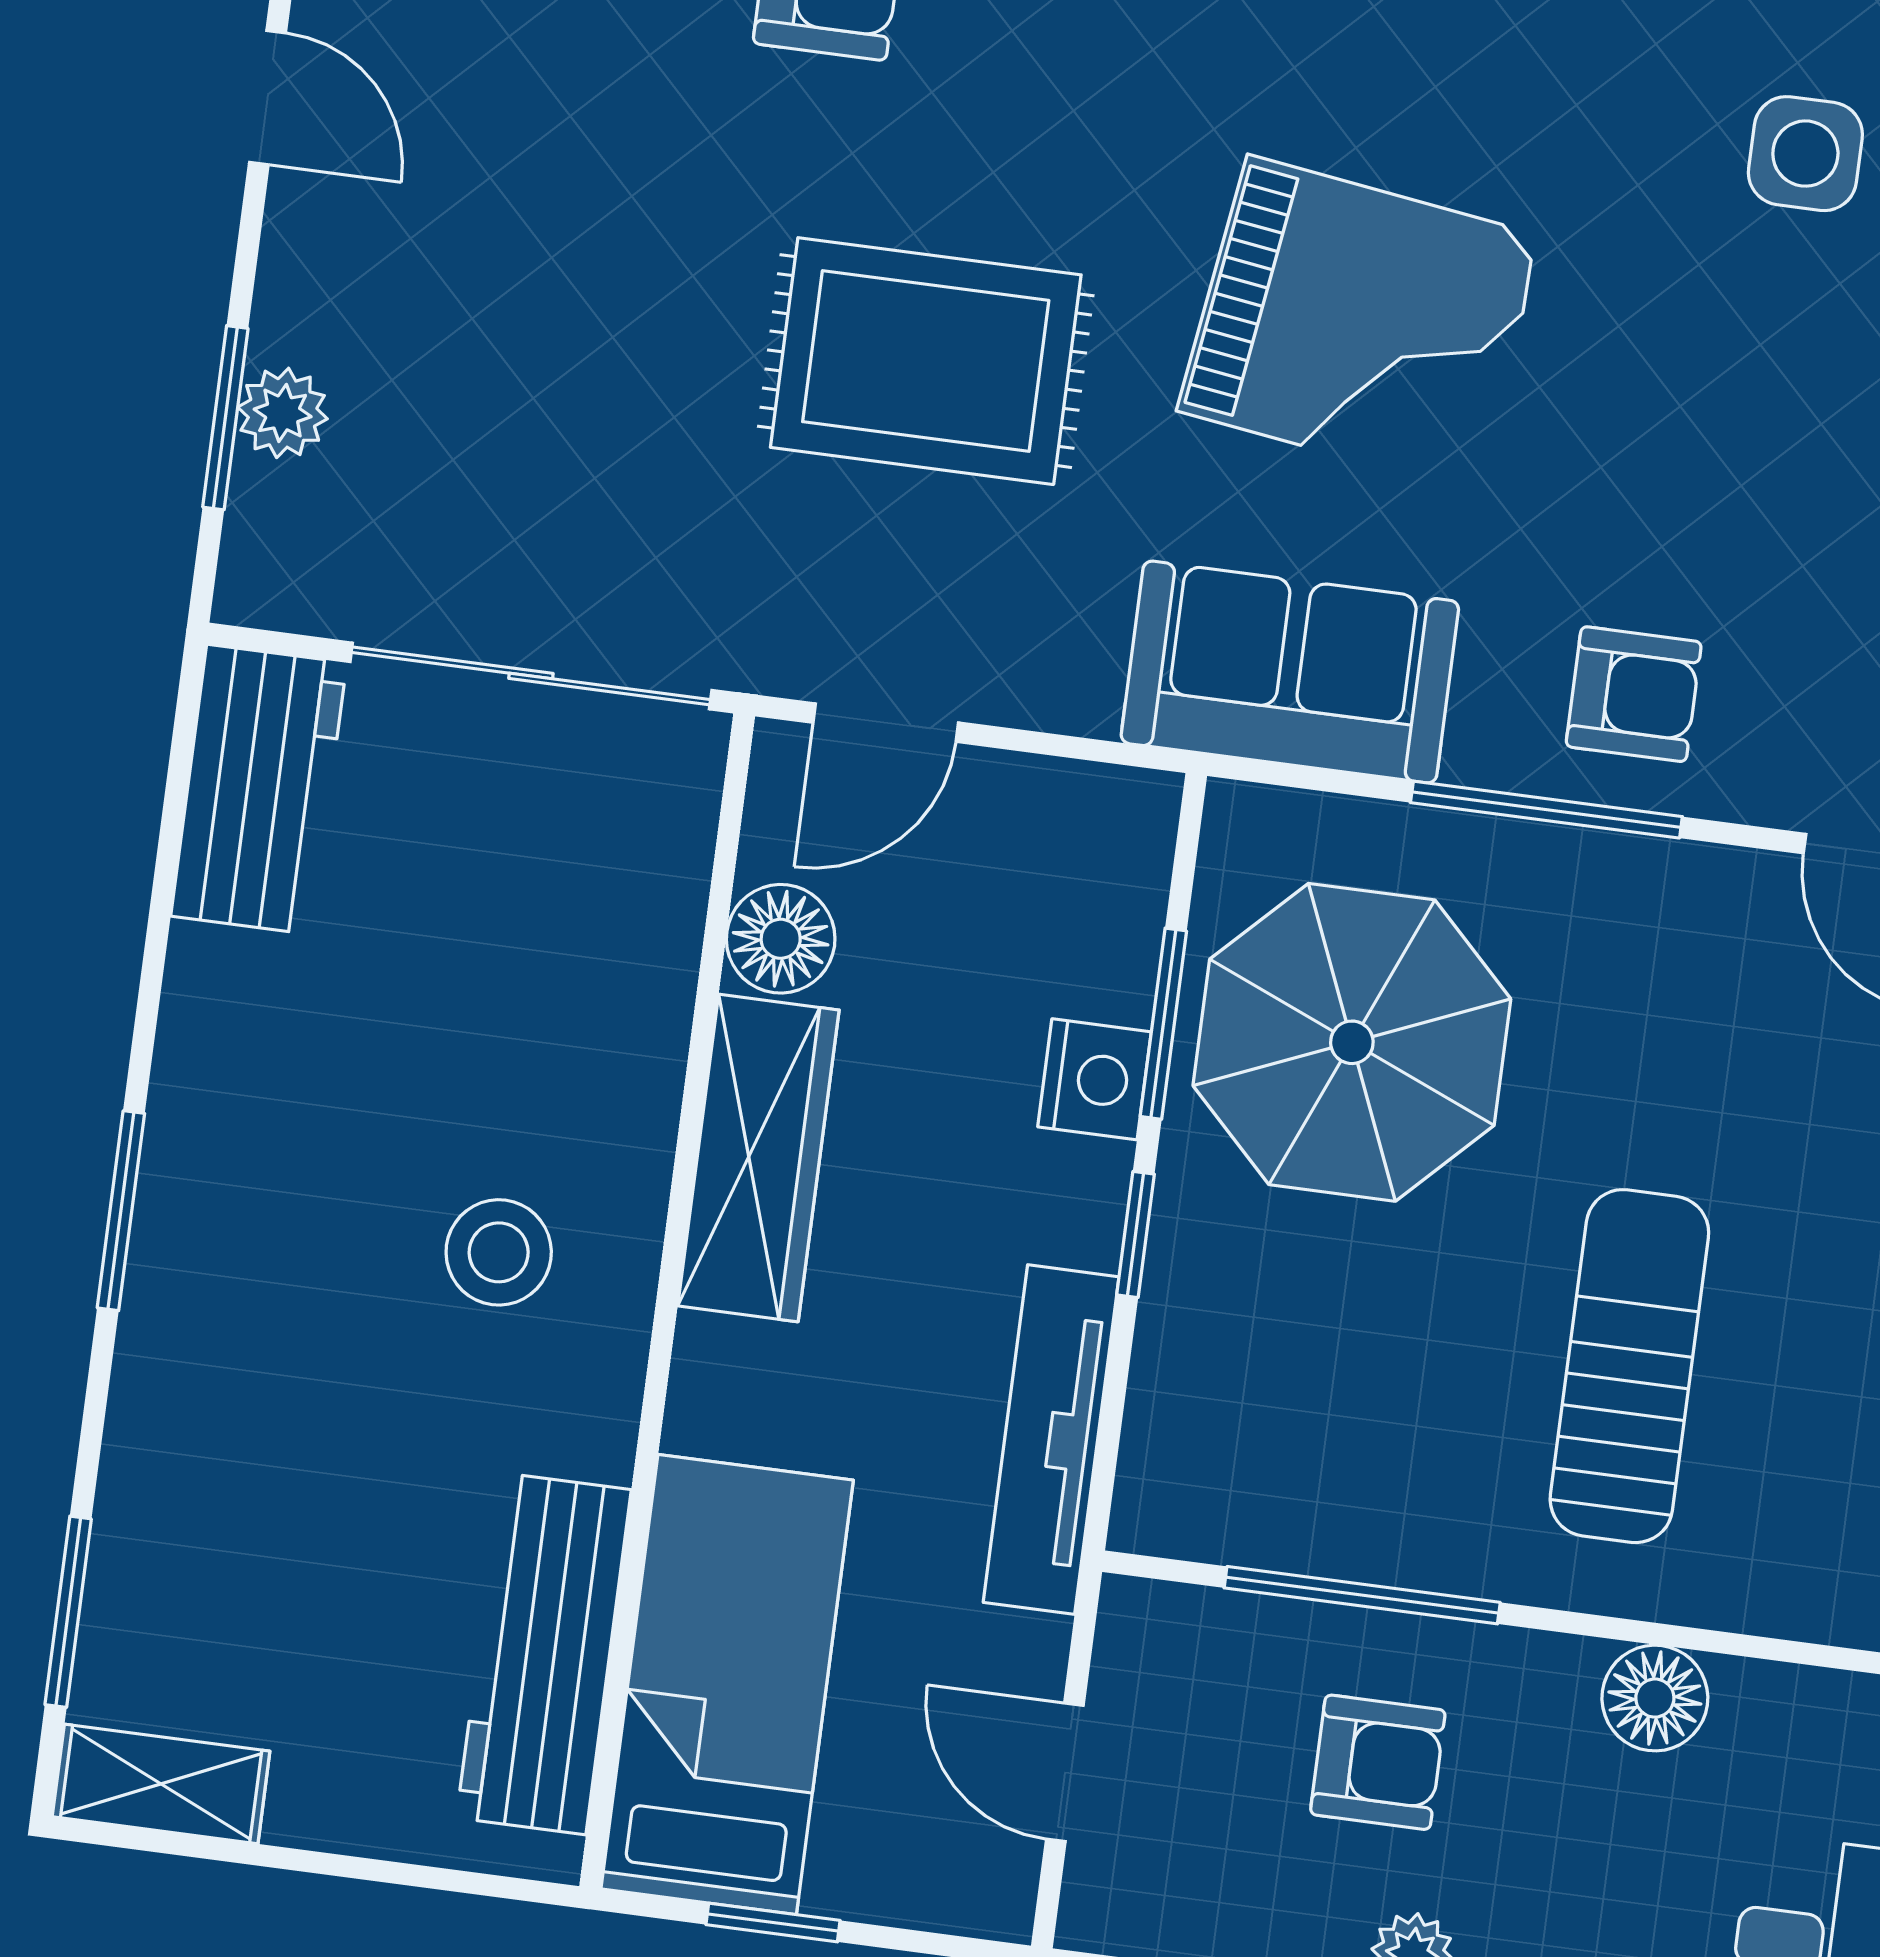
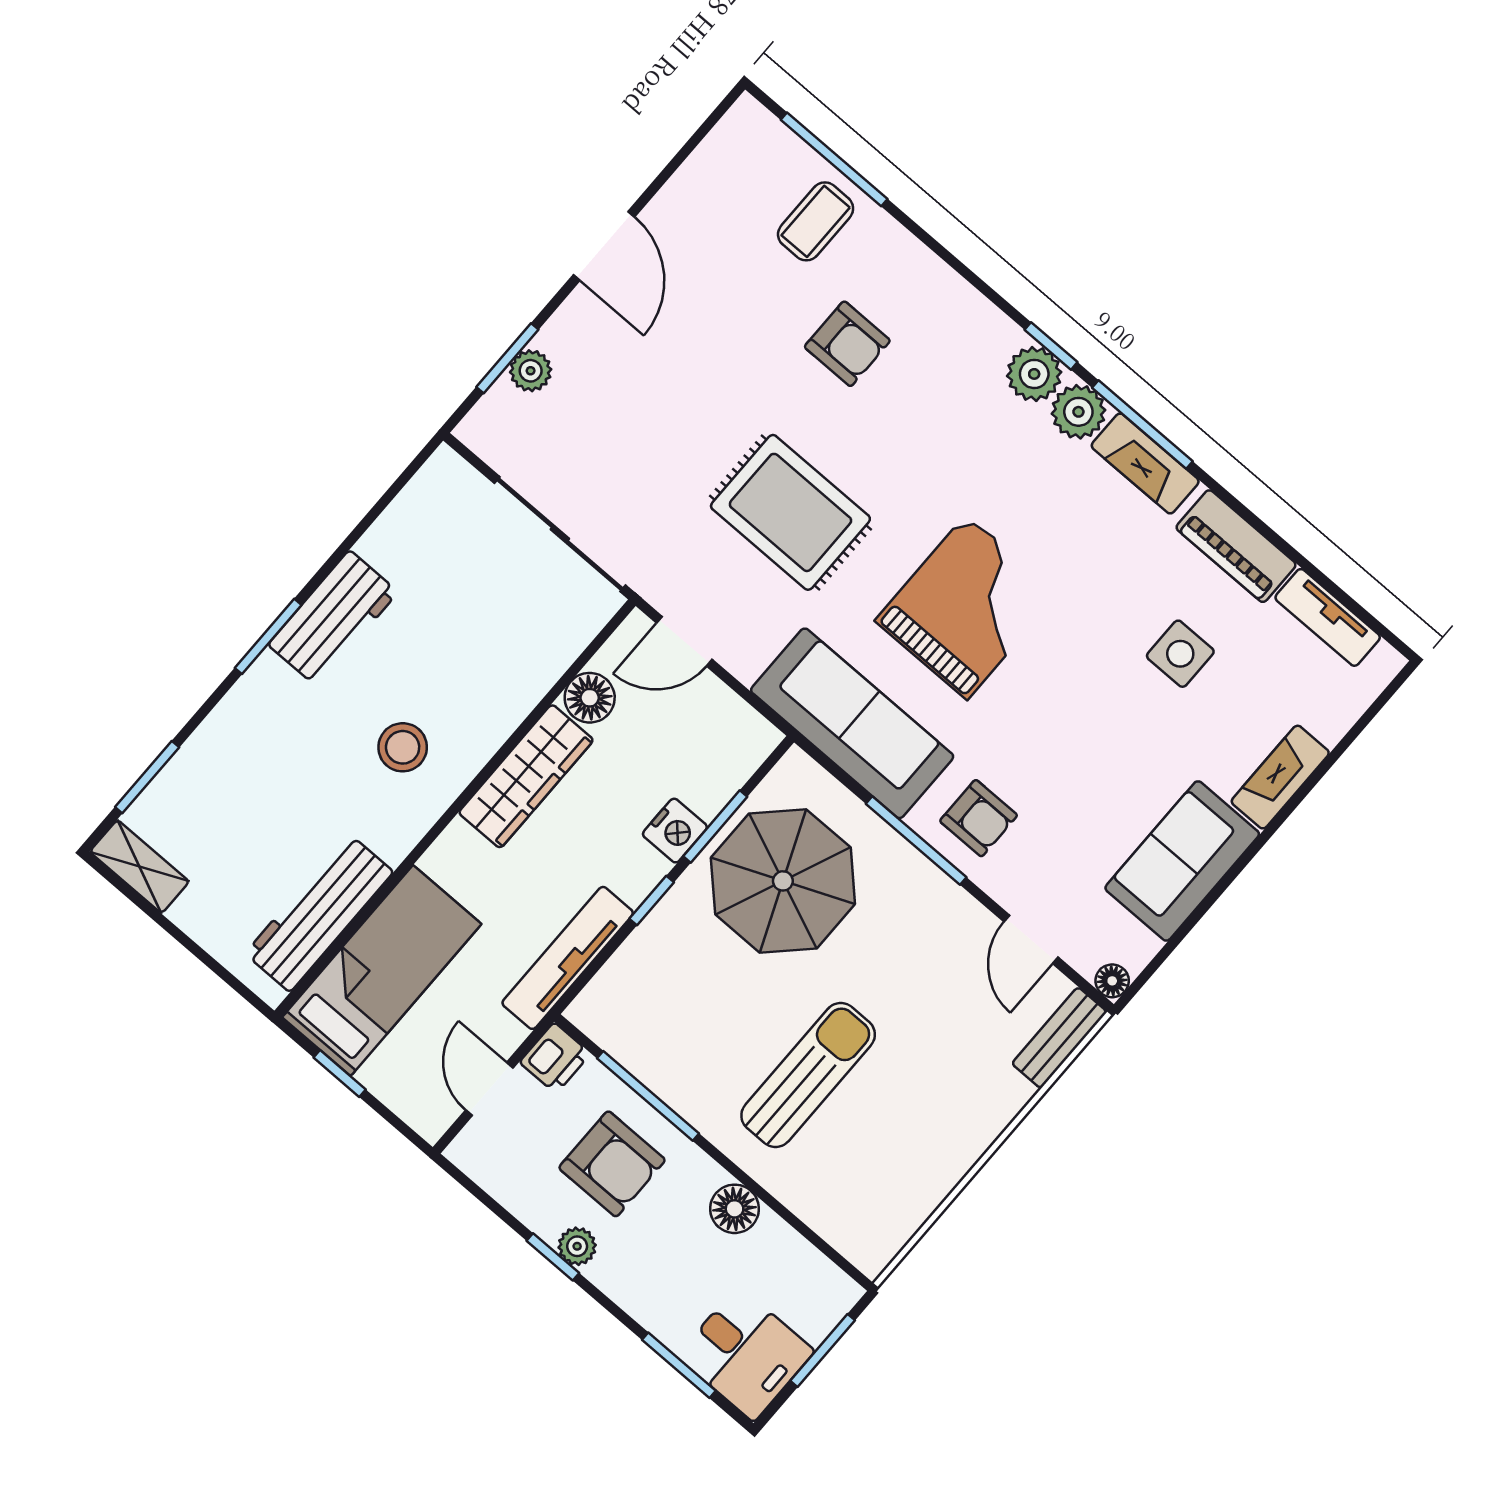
door: (268, 98) -> (604, 246), width x1.38
grand piano: (1360, 323) -> (967, 607), turned -98
sofa: (1290, 672) -> (852, 723), width x1.36
workbench: (259, 789) -> (333, 618), moved
printer: (1147, 1637) -> (555, 1058), added
armchair: (1378, 1762) -> (612, 1164), width x1.38, depth x1.38

